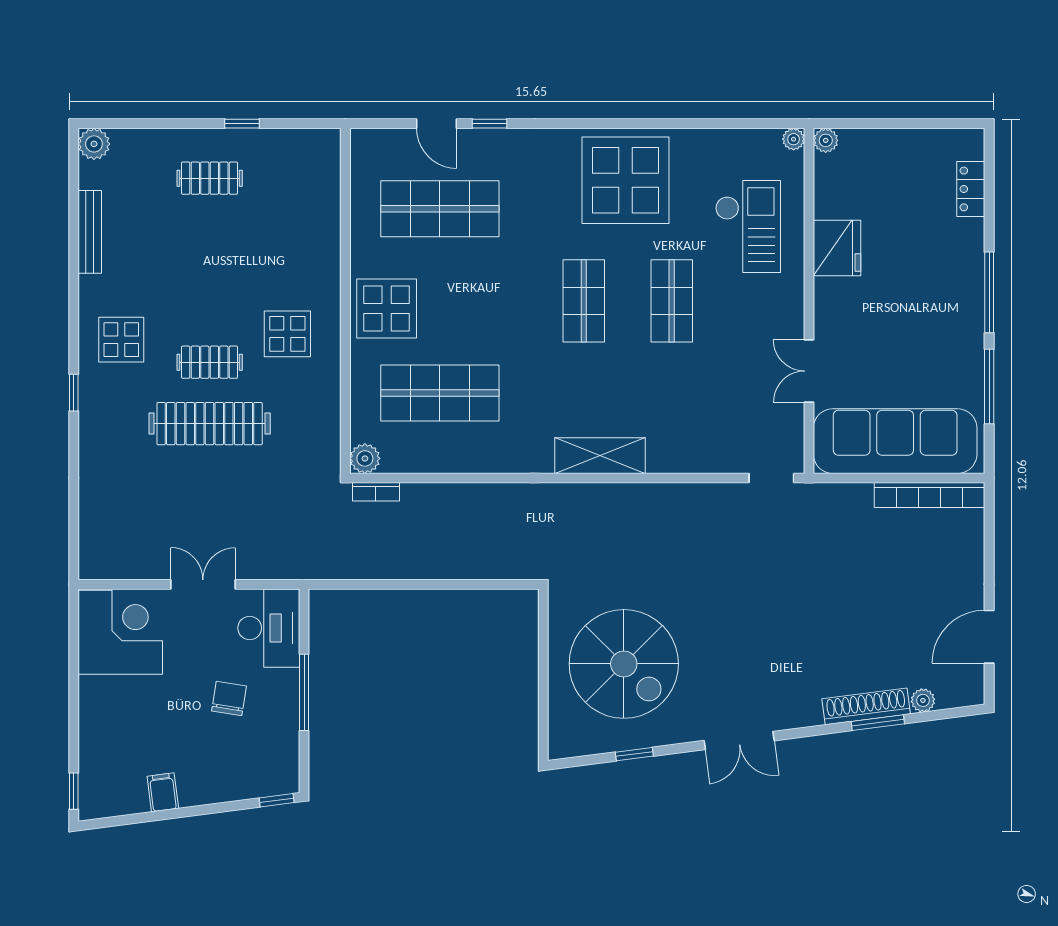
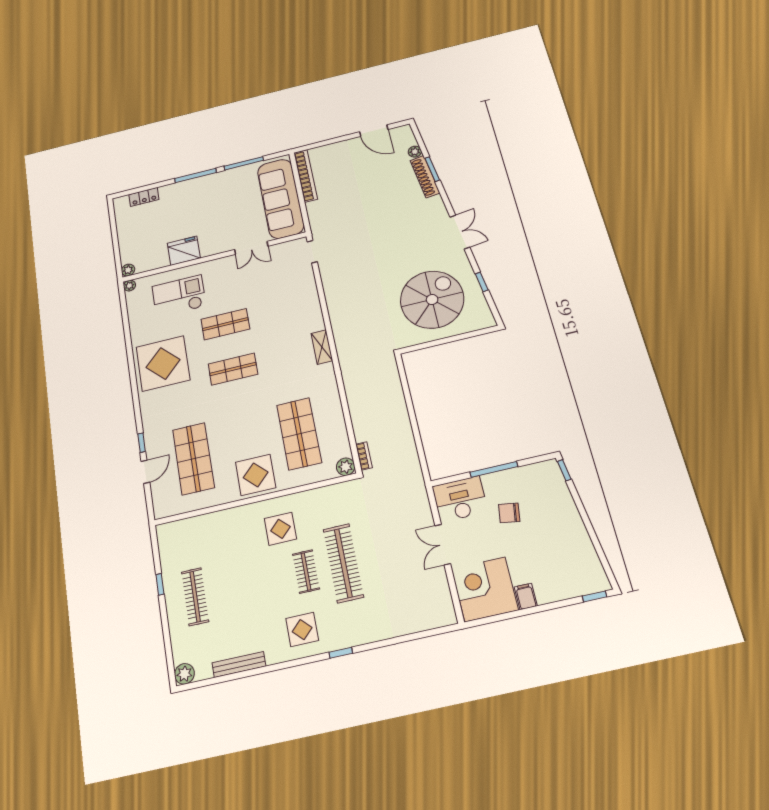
clothes rail: (210, 178) -> (195, 597), width x1.36
shelving: (600, 456) -> (322, 347), width x0.67, depth x0.75
filing cabinet: (163, 792) -> (526, 596), moved, turned 97

